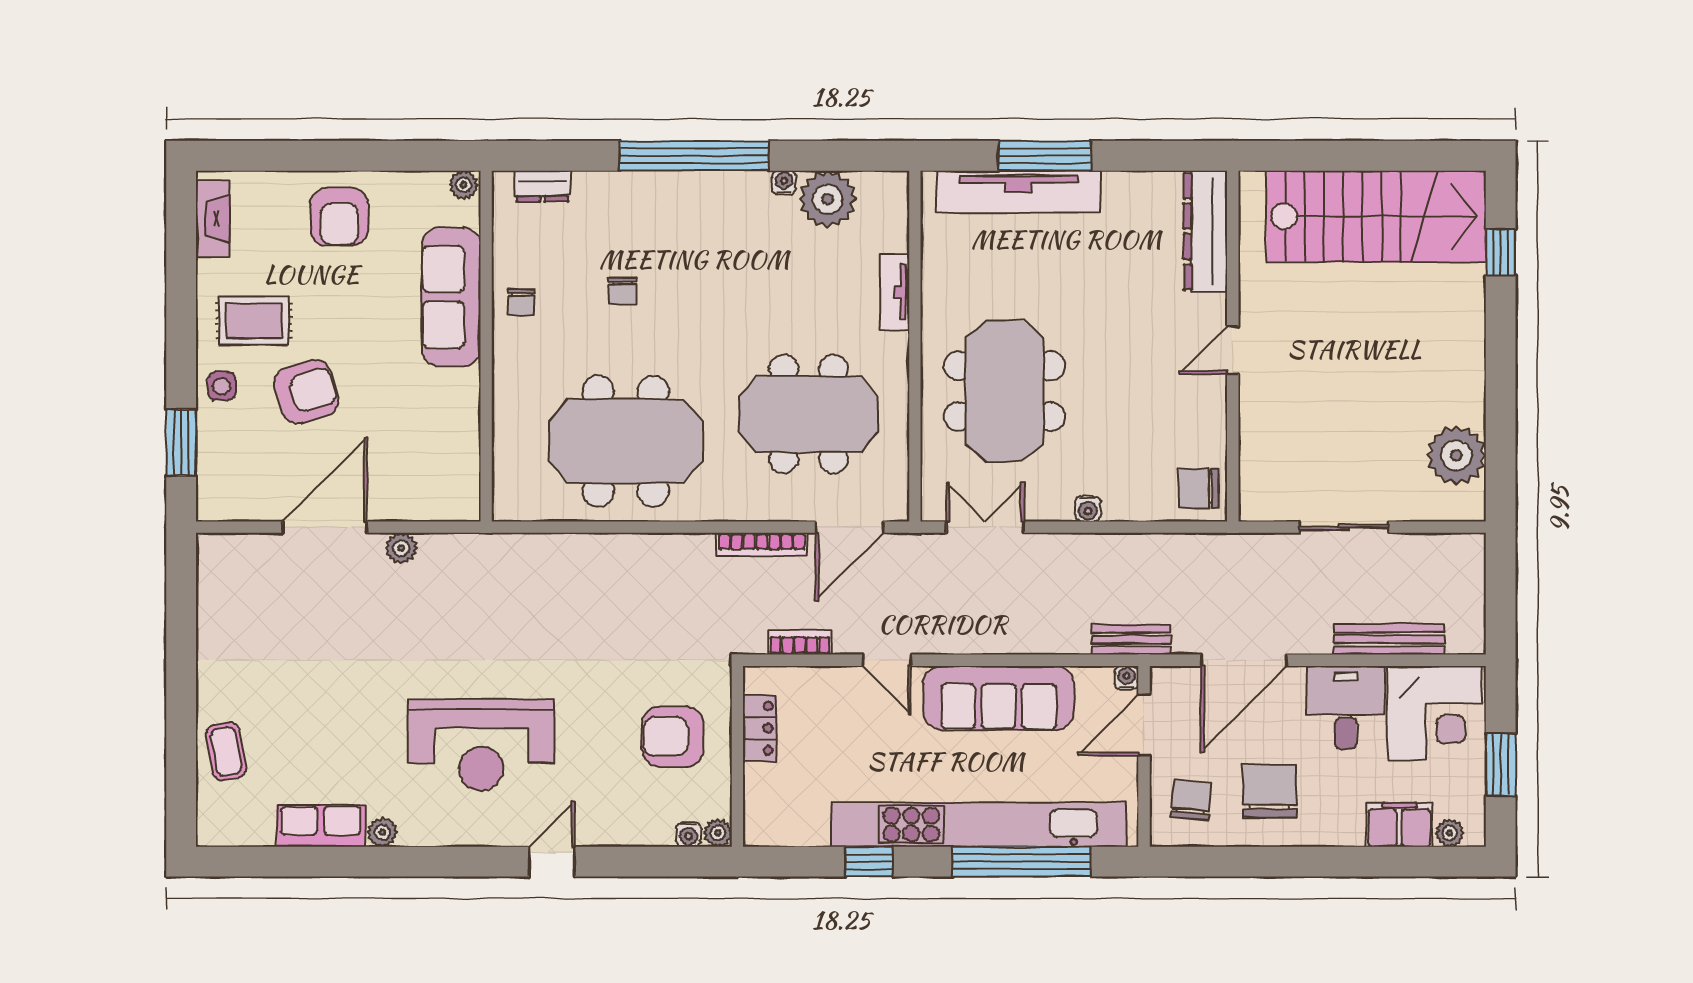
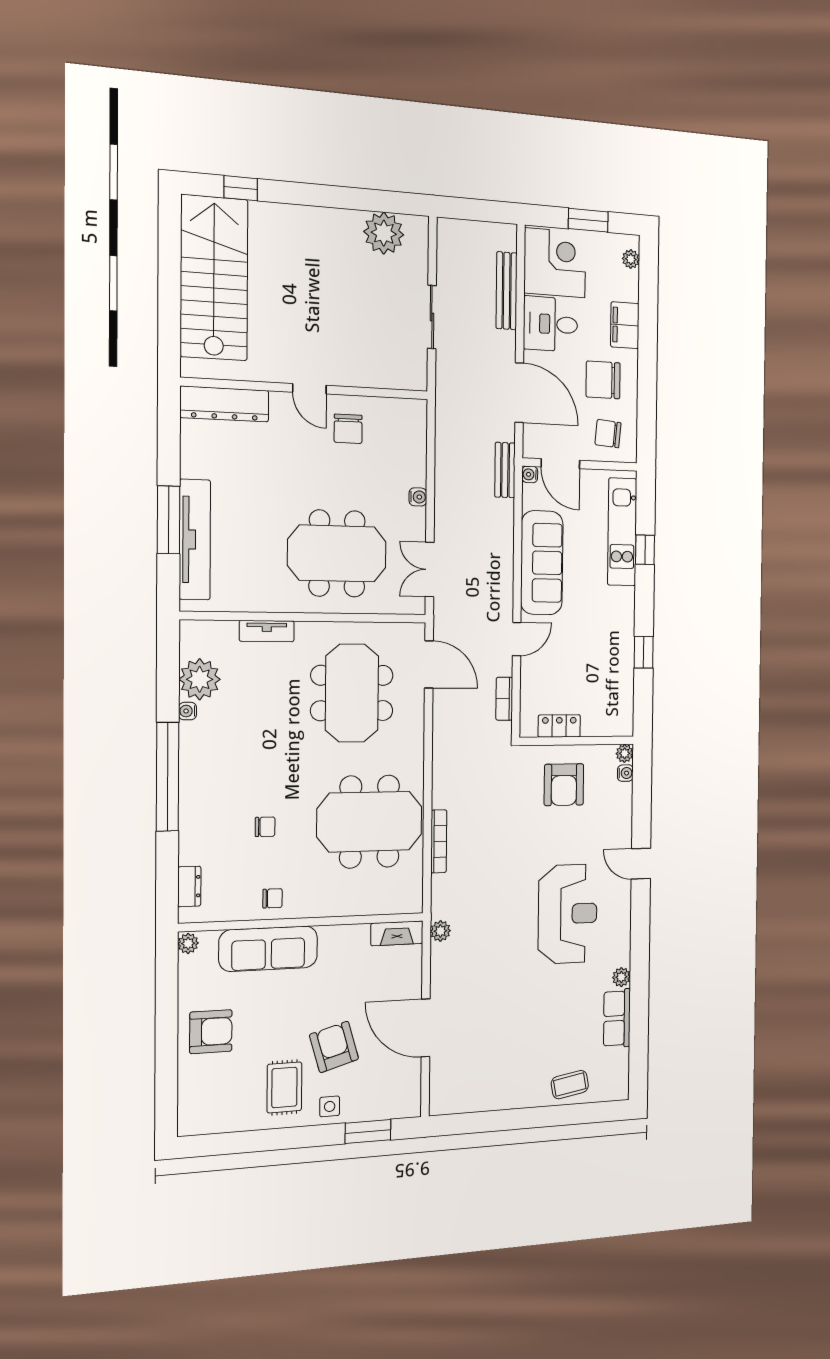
fireplace: (212, 218) -> (397, 933), moved, turned 180
meeting table: (626, 441) -> (369, 822), turned 90
chair: (1199, 488) -> (348, 429), moved
bookcase: (762, 544) -> (439, 841), moved
plant: (401, 548) -> (440, 931), moved
kitchen unit: (979, 825) -> (622, 532), width x0.54
filing cabinet: (1399, 825) -> (625, 325), moved
window: (1022, 862) -> (645, 550), width x0.32

